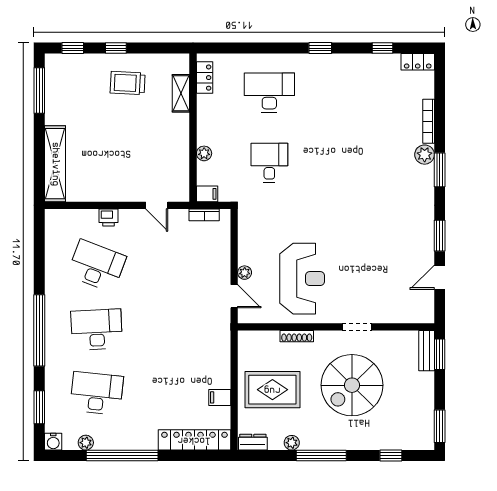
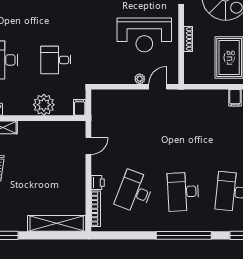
plant: (204, 153) -> (44, 105), width x1.87, depth x1.87
bookcase: (204, 215) -> (96, 209), moved, width x1.56
reception desk: (302, 279) -> (144, 35), turned 180

